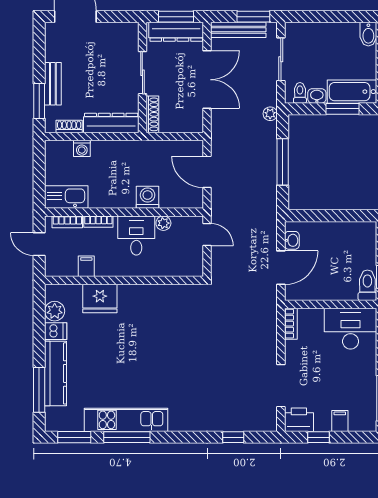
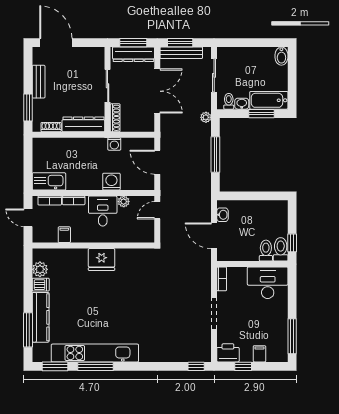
window: (253, 17) -> (180, 43), moved
bench: (53, 84) -> (39, 82), moved
washing machine: (82, 148) -> (114, 144), moved
door: (207, 235) -> (157, 210), swing flipped
door: (281, 268) -> (214, 236), swing flipped
toilet: (348, 287) -> (266, 251), added
fridge: (100, 298) -> (102, 260), moved
doorway: (281, 386) -> (214, 313), moved
kitchen unit: (126, 420) -> (95, 353), width x1.36
window: (233, 437) -> (196, 366), moved

